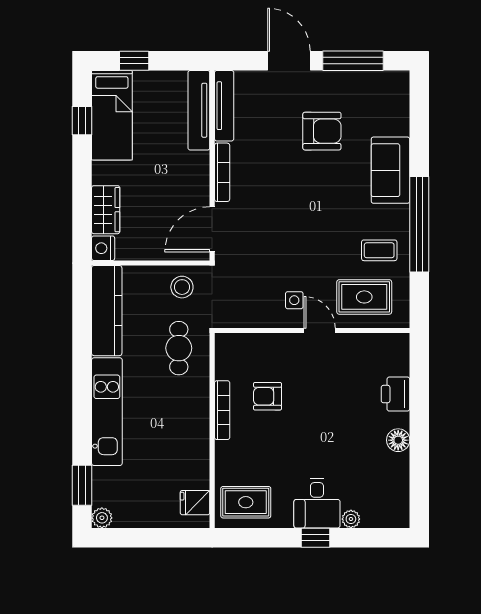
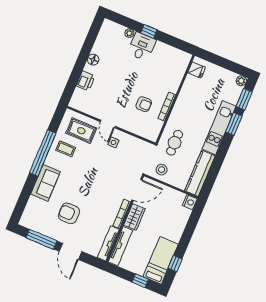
wardrobe: (106, 210) -> (134, 217), moved, turned 180
window: (82, 431) -> (234, 124), added
rug: (246, 502) -> (174, 61), removed

